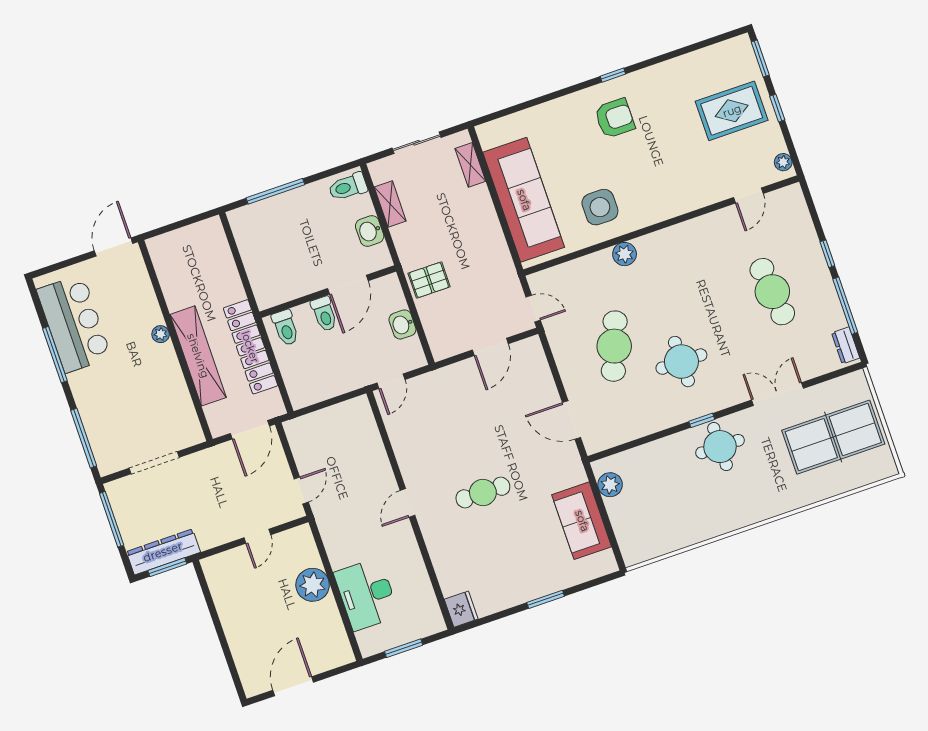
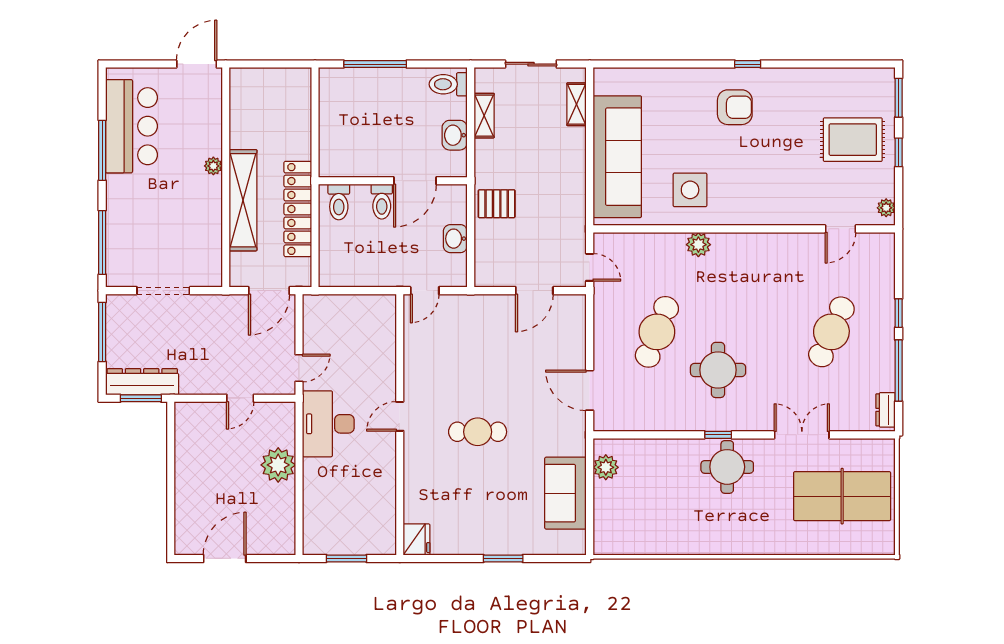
cafe table: (772, 292) -> (831, 332), turned 30
desk: (367, 594) -> (328, 424), moved

